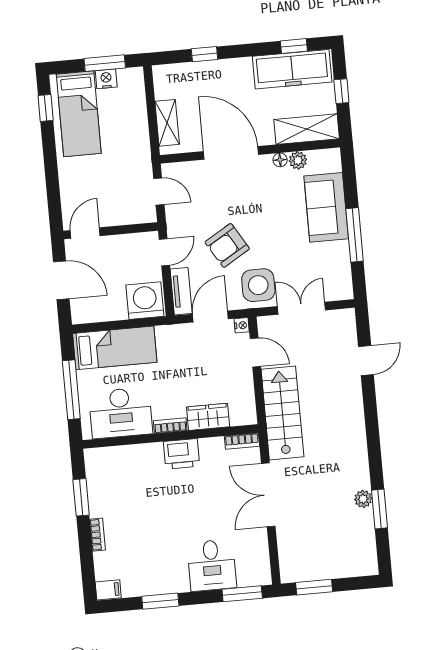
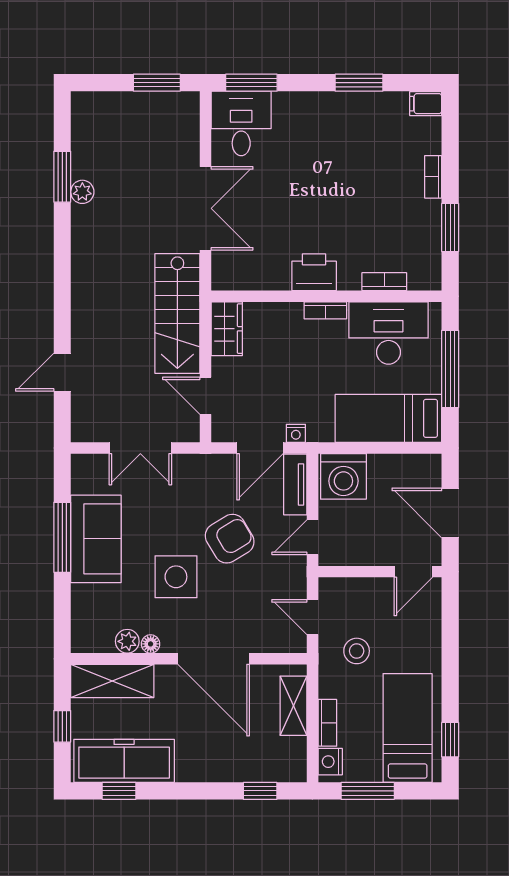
window: (204, 54) -> (260, 791), moved
nightstand: (106, 79) -> (330, 762), moved, turned 90
bookcase: (140, 112) -> (327, 723), added
stool: (123, 169) -> (357, 651), added
sofa: (326, 207) -> (96, 539), moved
side table: (258, 285) -> (176, 577), moved
nightstand: (242, 325) -> (296, 433), moved, turned -90
wardrobe: (208, 417) -> (227, 329), moved, turned -90
bookcase: (242, 441) -> (384, 282), moved
desk: (212, 565) -> (241, 123), moved

